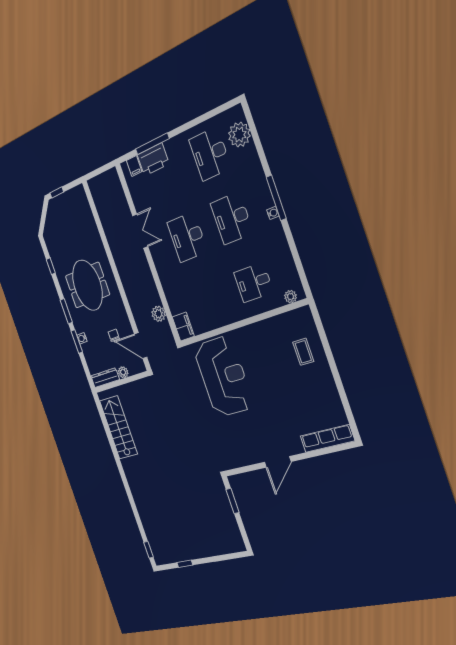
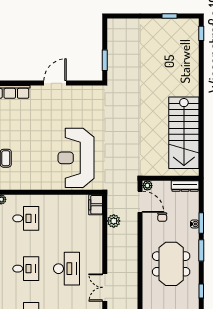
desk: (232, 218) -> (26, 269), width x0.73
plant: (123, 372) -> (147, 186), moved
stairs: (118, 427) -> (184, 133), width x1.36, depth x1.51

